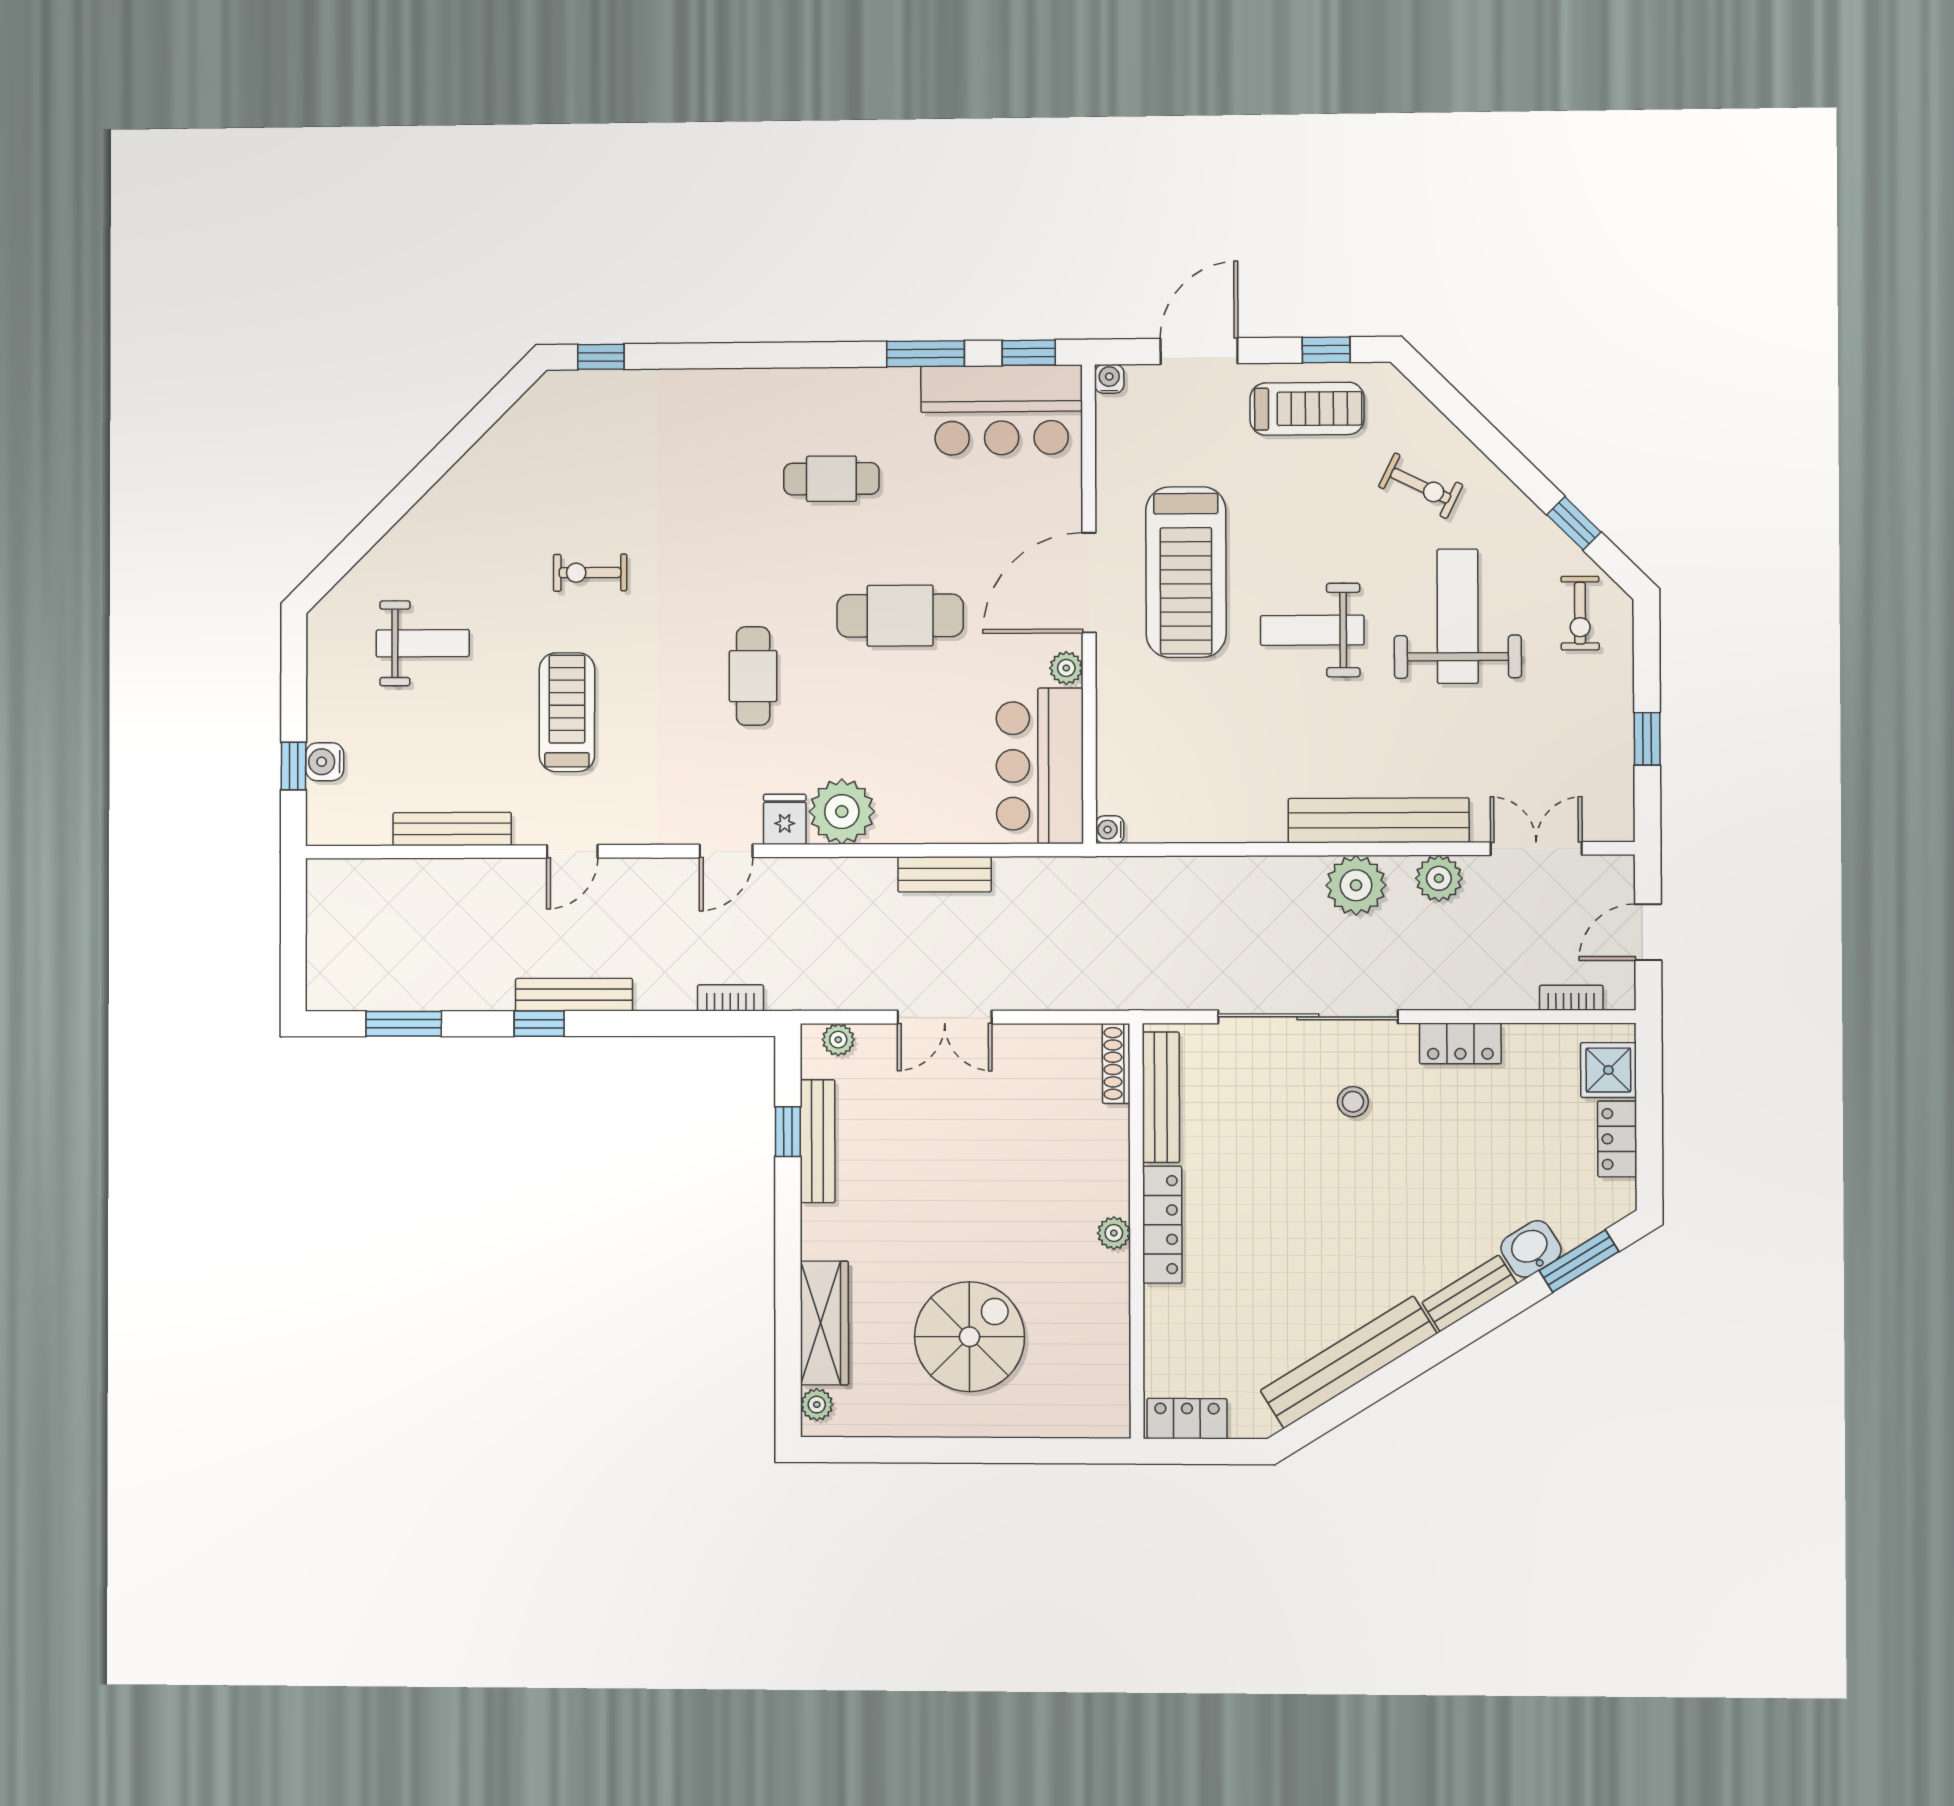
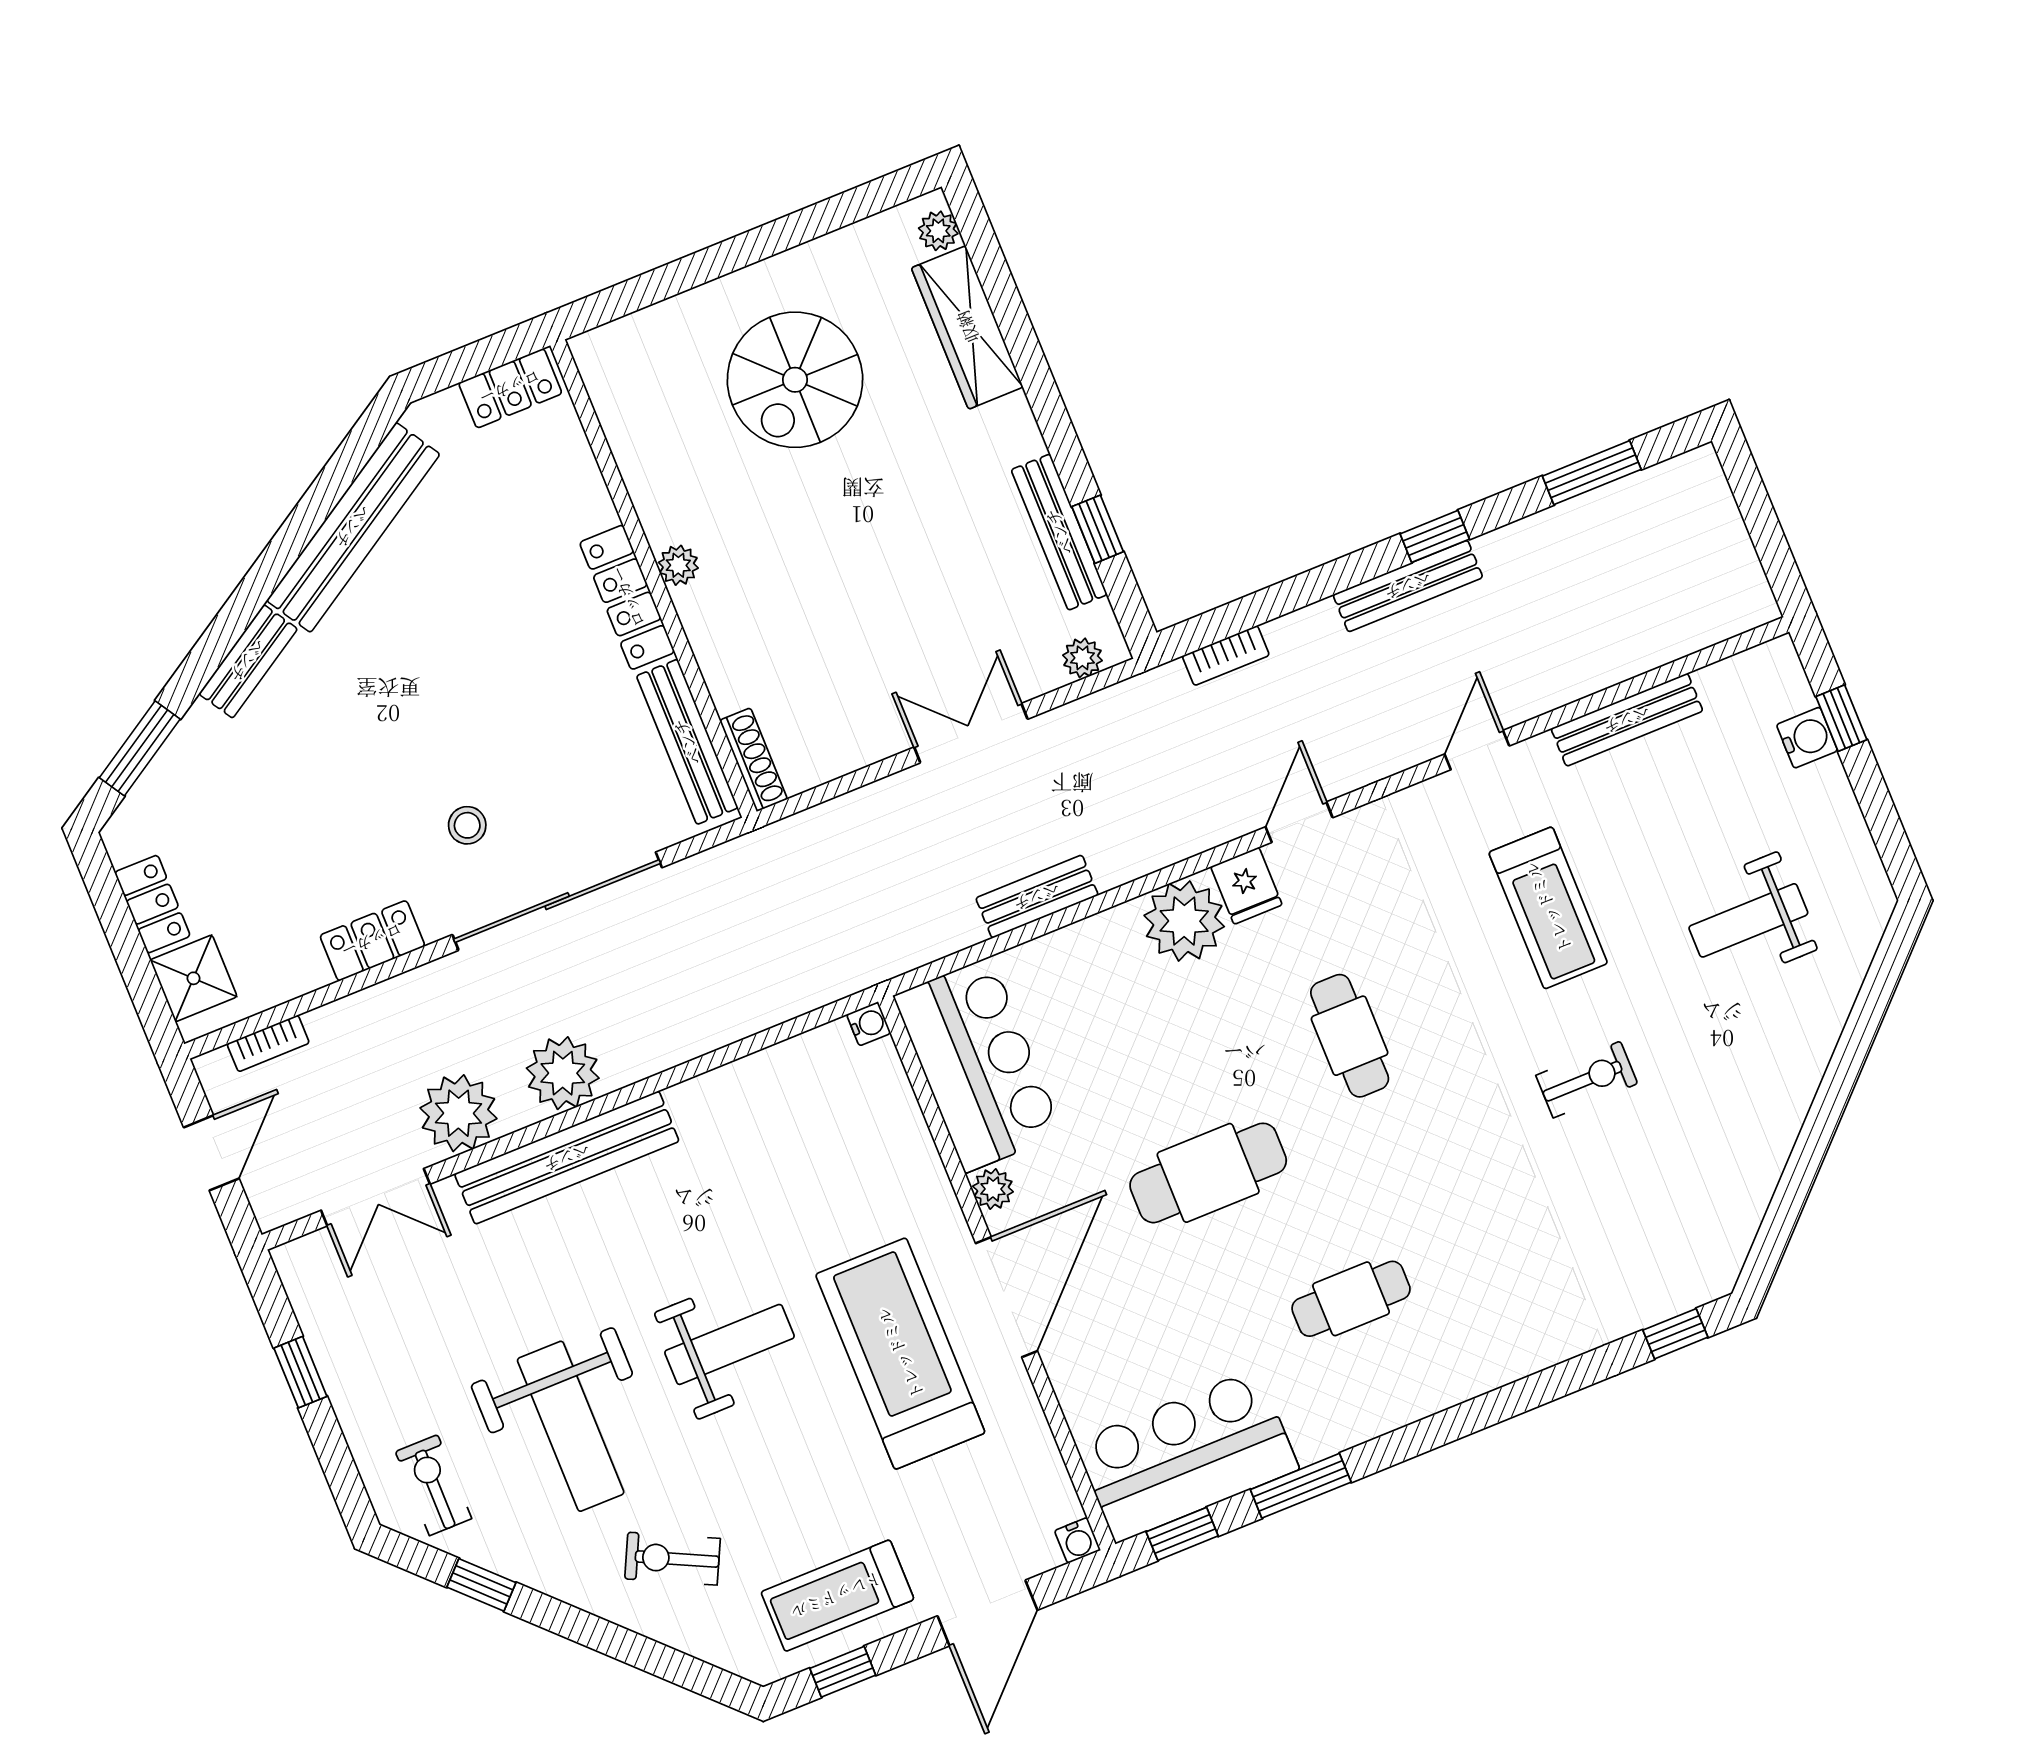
plant: (1439, 878) -> (459, 1113), width x1.36, depth x1.36
washbasin: (1531, 1249) -> (199, 740), removed

